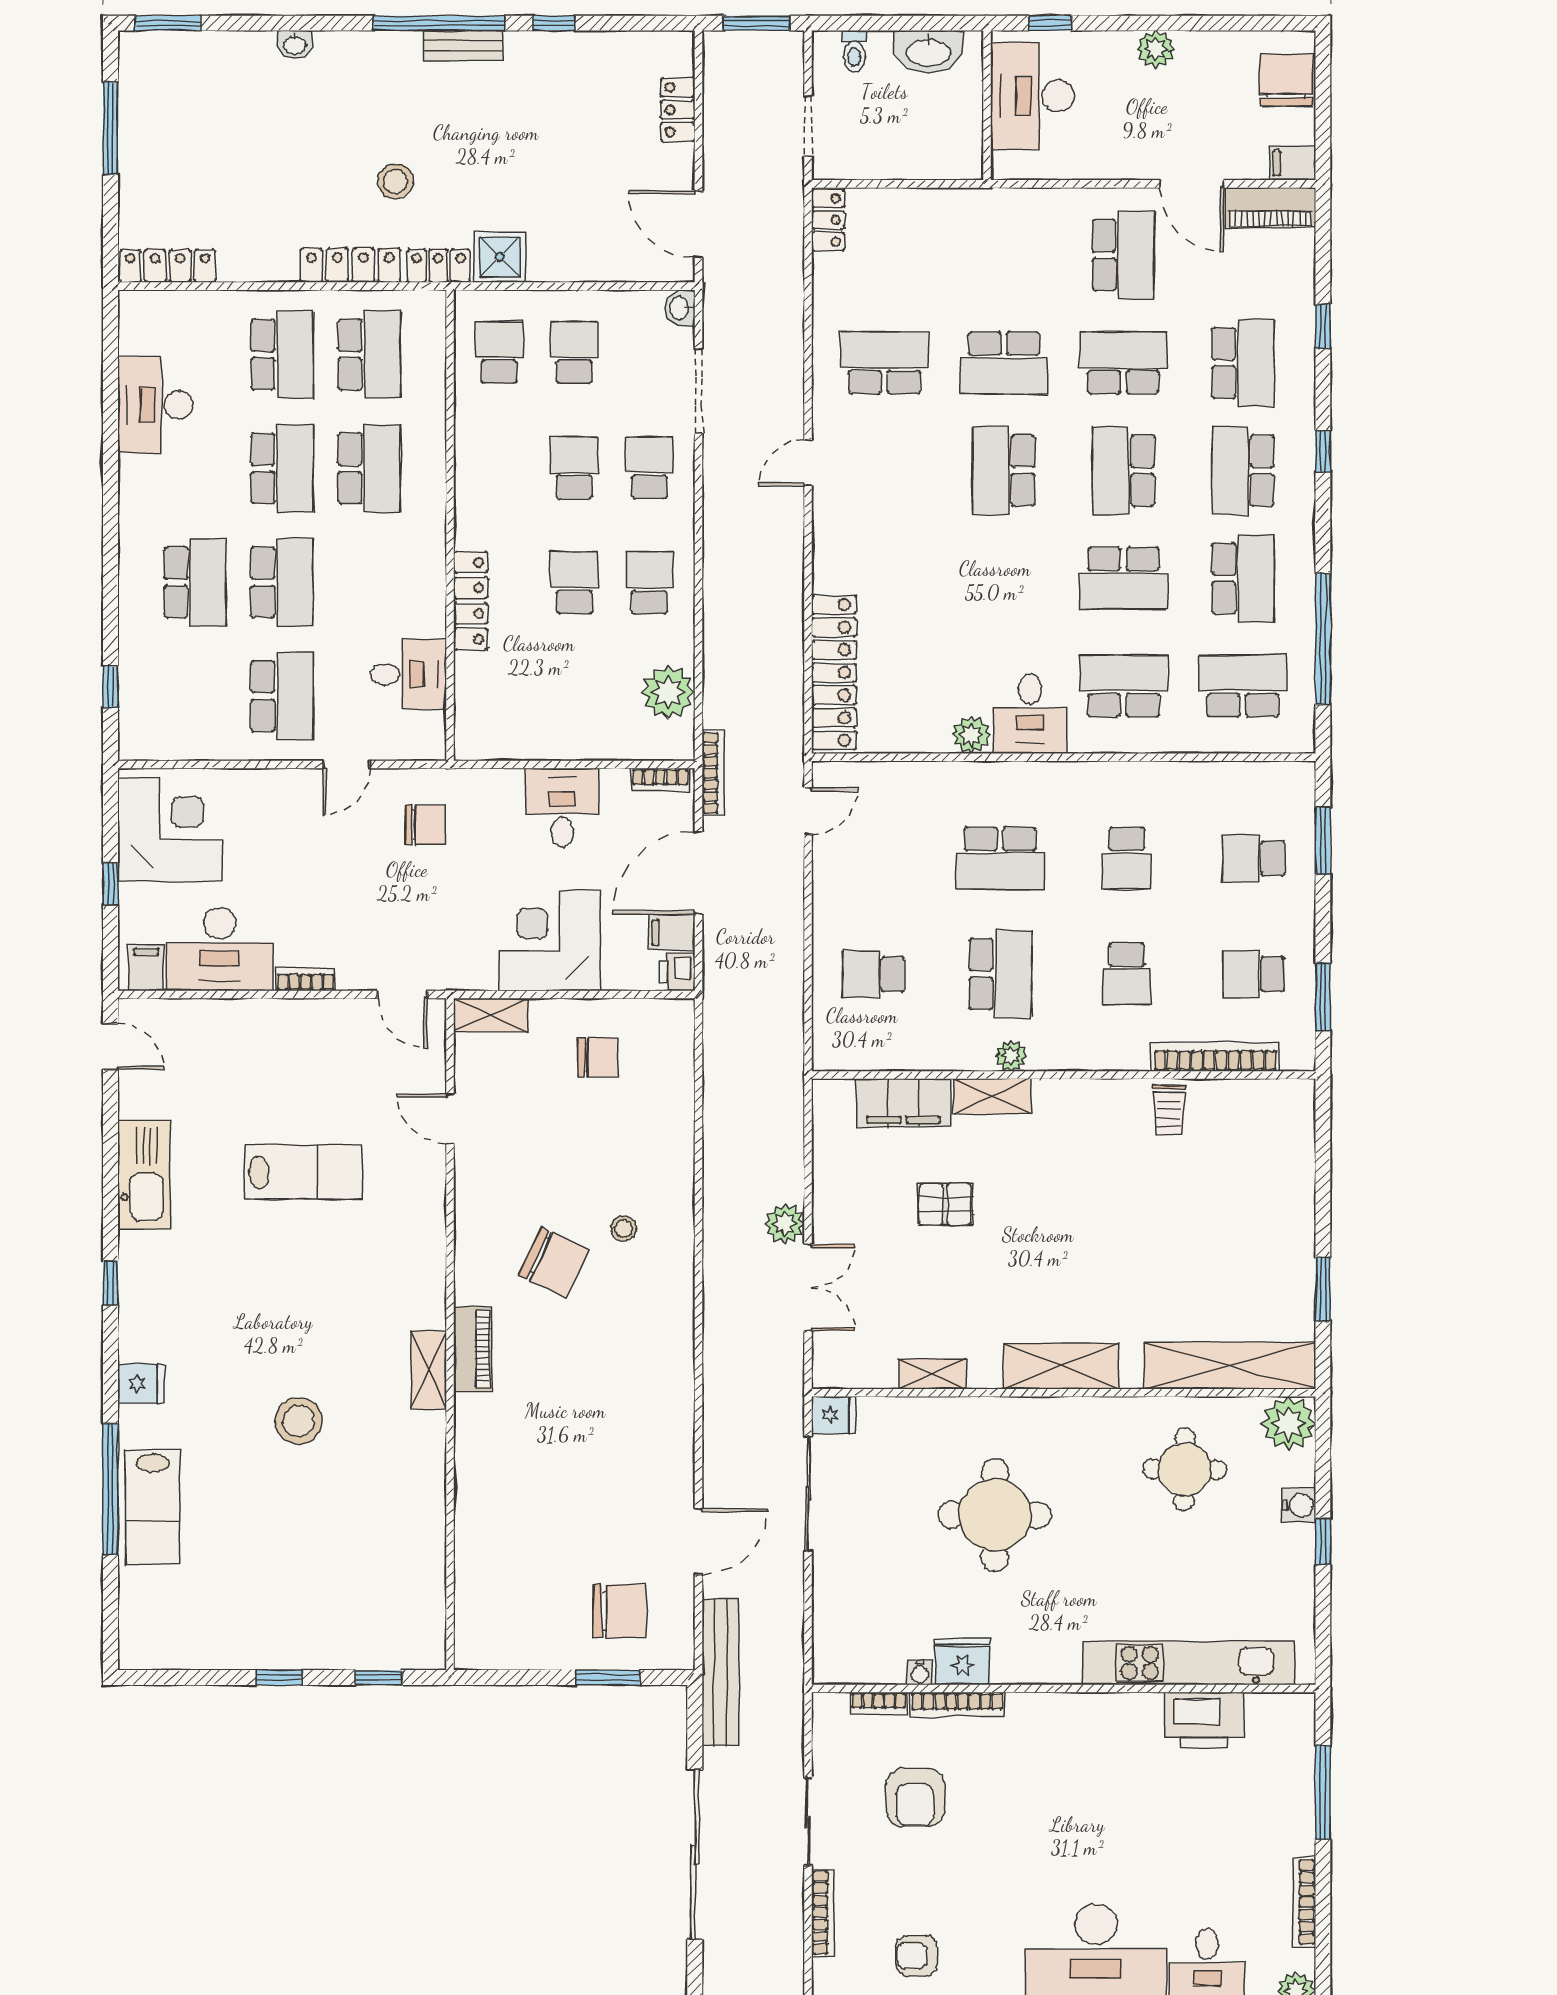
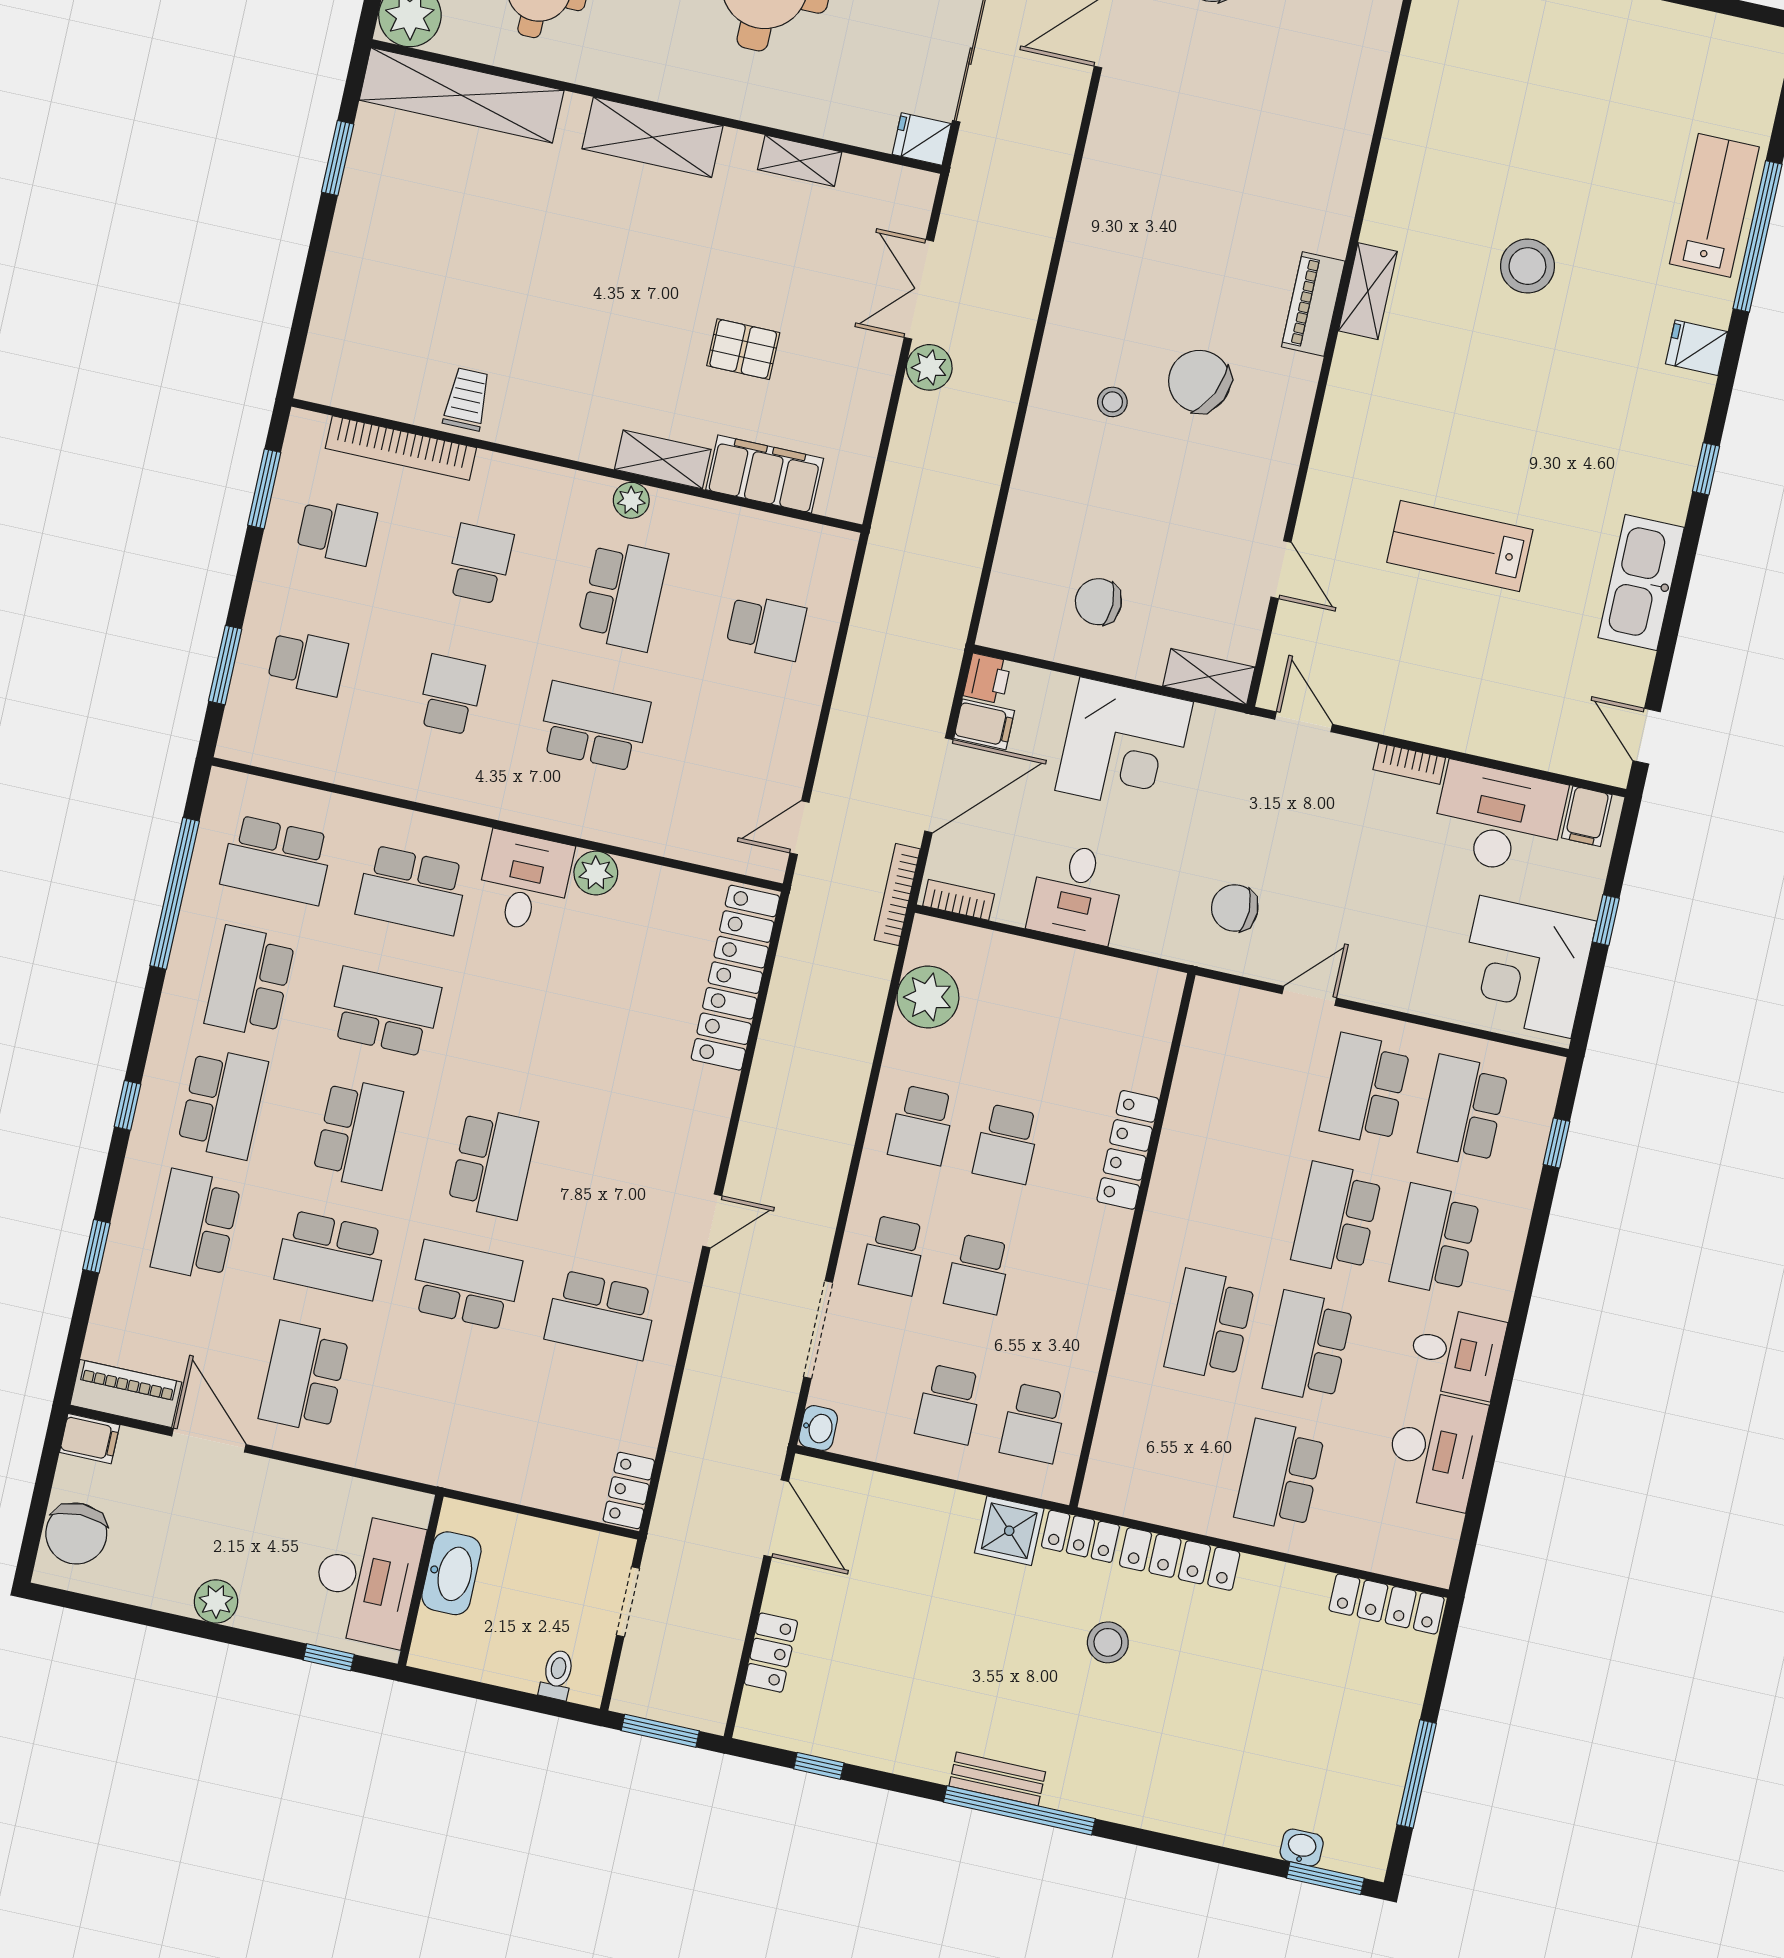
window: (554, 23) -> (819, 1766), moved
washbasin: (295, 45) -> (1302, 1848), moved
washbasin: (928, 52) -> (451, 1573), moved, turned 90
school desk: (369, 354) -> (1463, 1111), moved
desk: (409, 674) -> (1456, 1353), moved, turned 180
school desk: (1000, 974) -> (623, 595), turned 180

